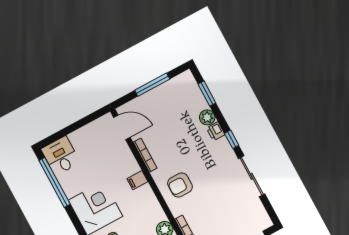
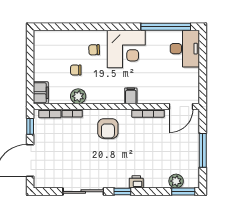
window: (207, 94) -> (183, 192), moved
plant: (207, 117) -> (176, 181), moved
desk: (61, 156) -> (185, 49), width x1.37
armchair: (180, 185) -> (108, 129), turned 180

